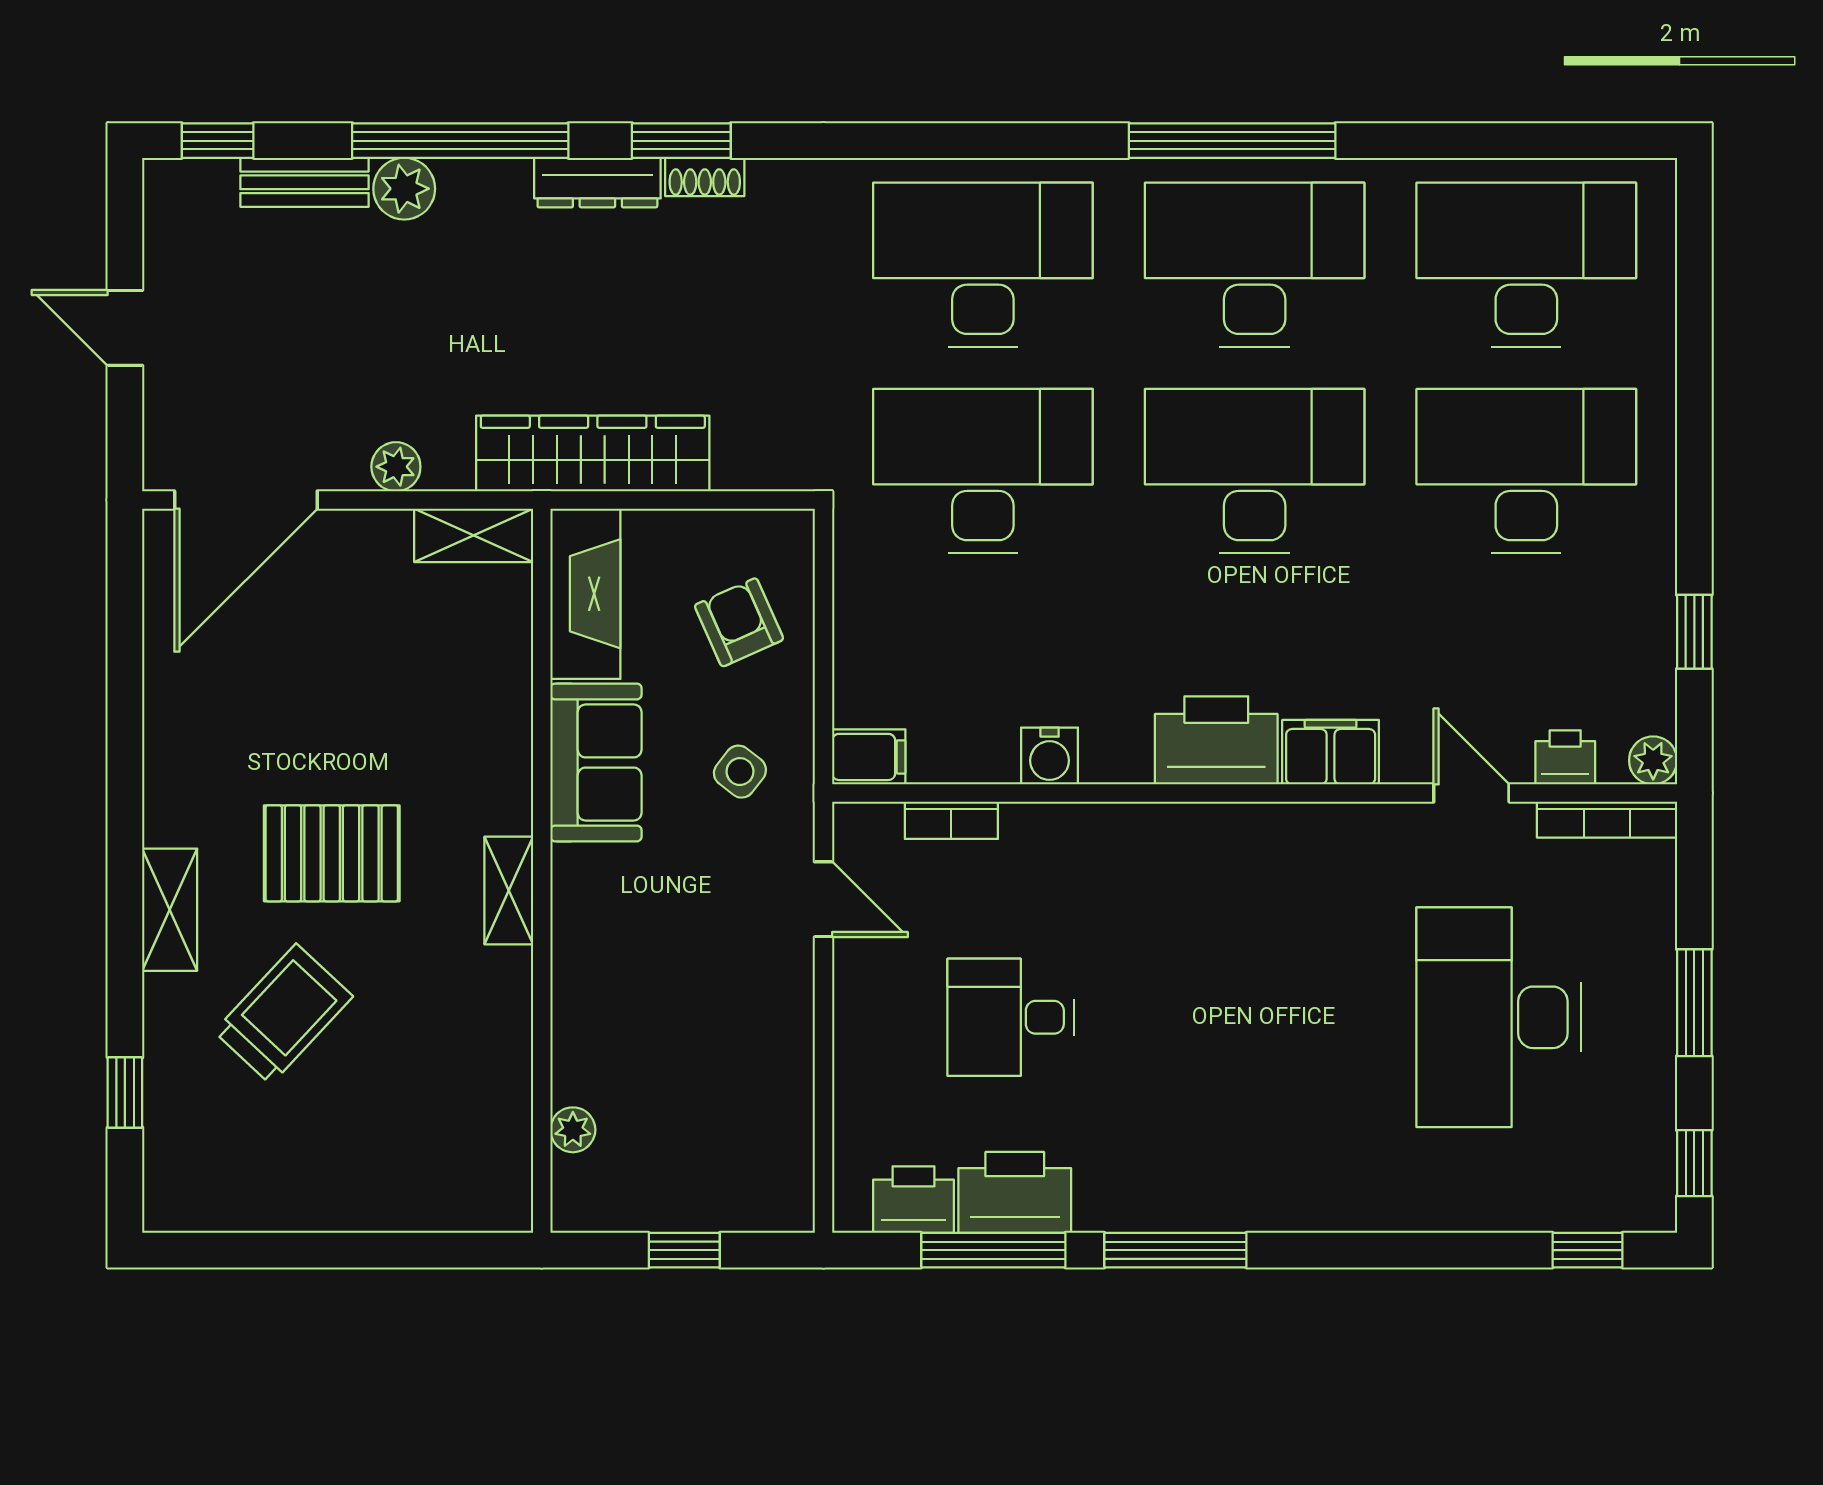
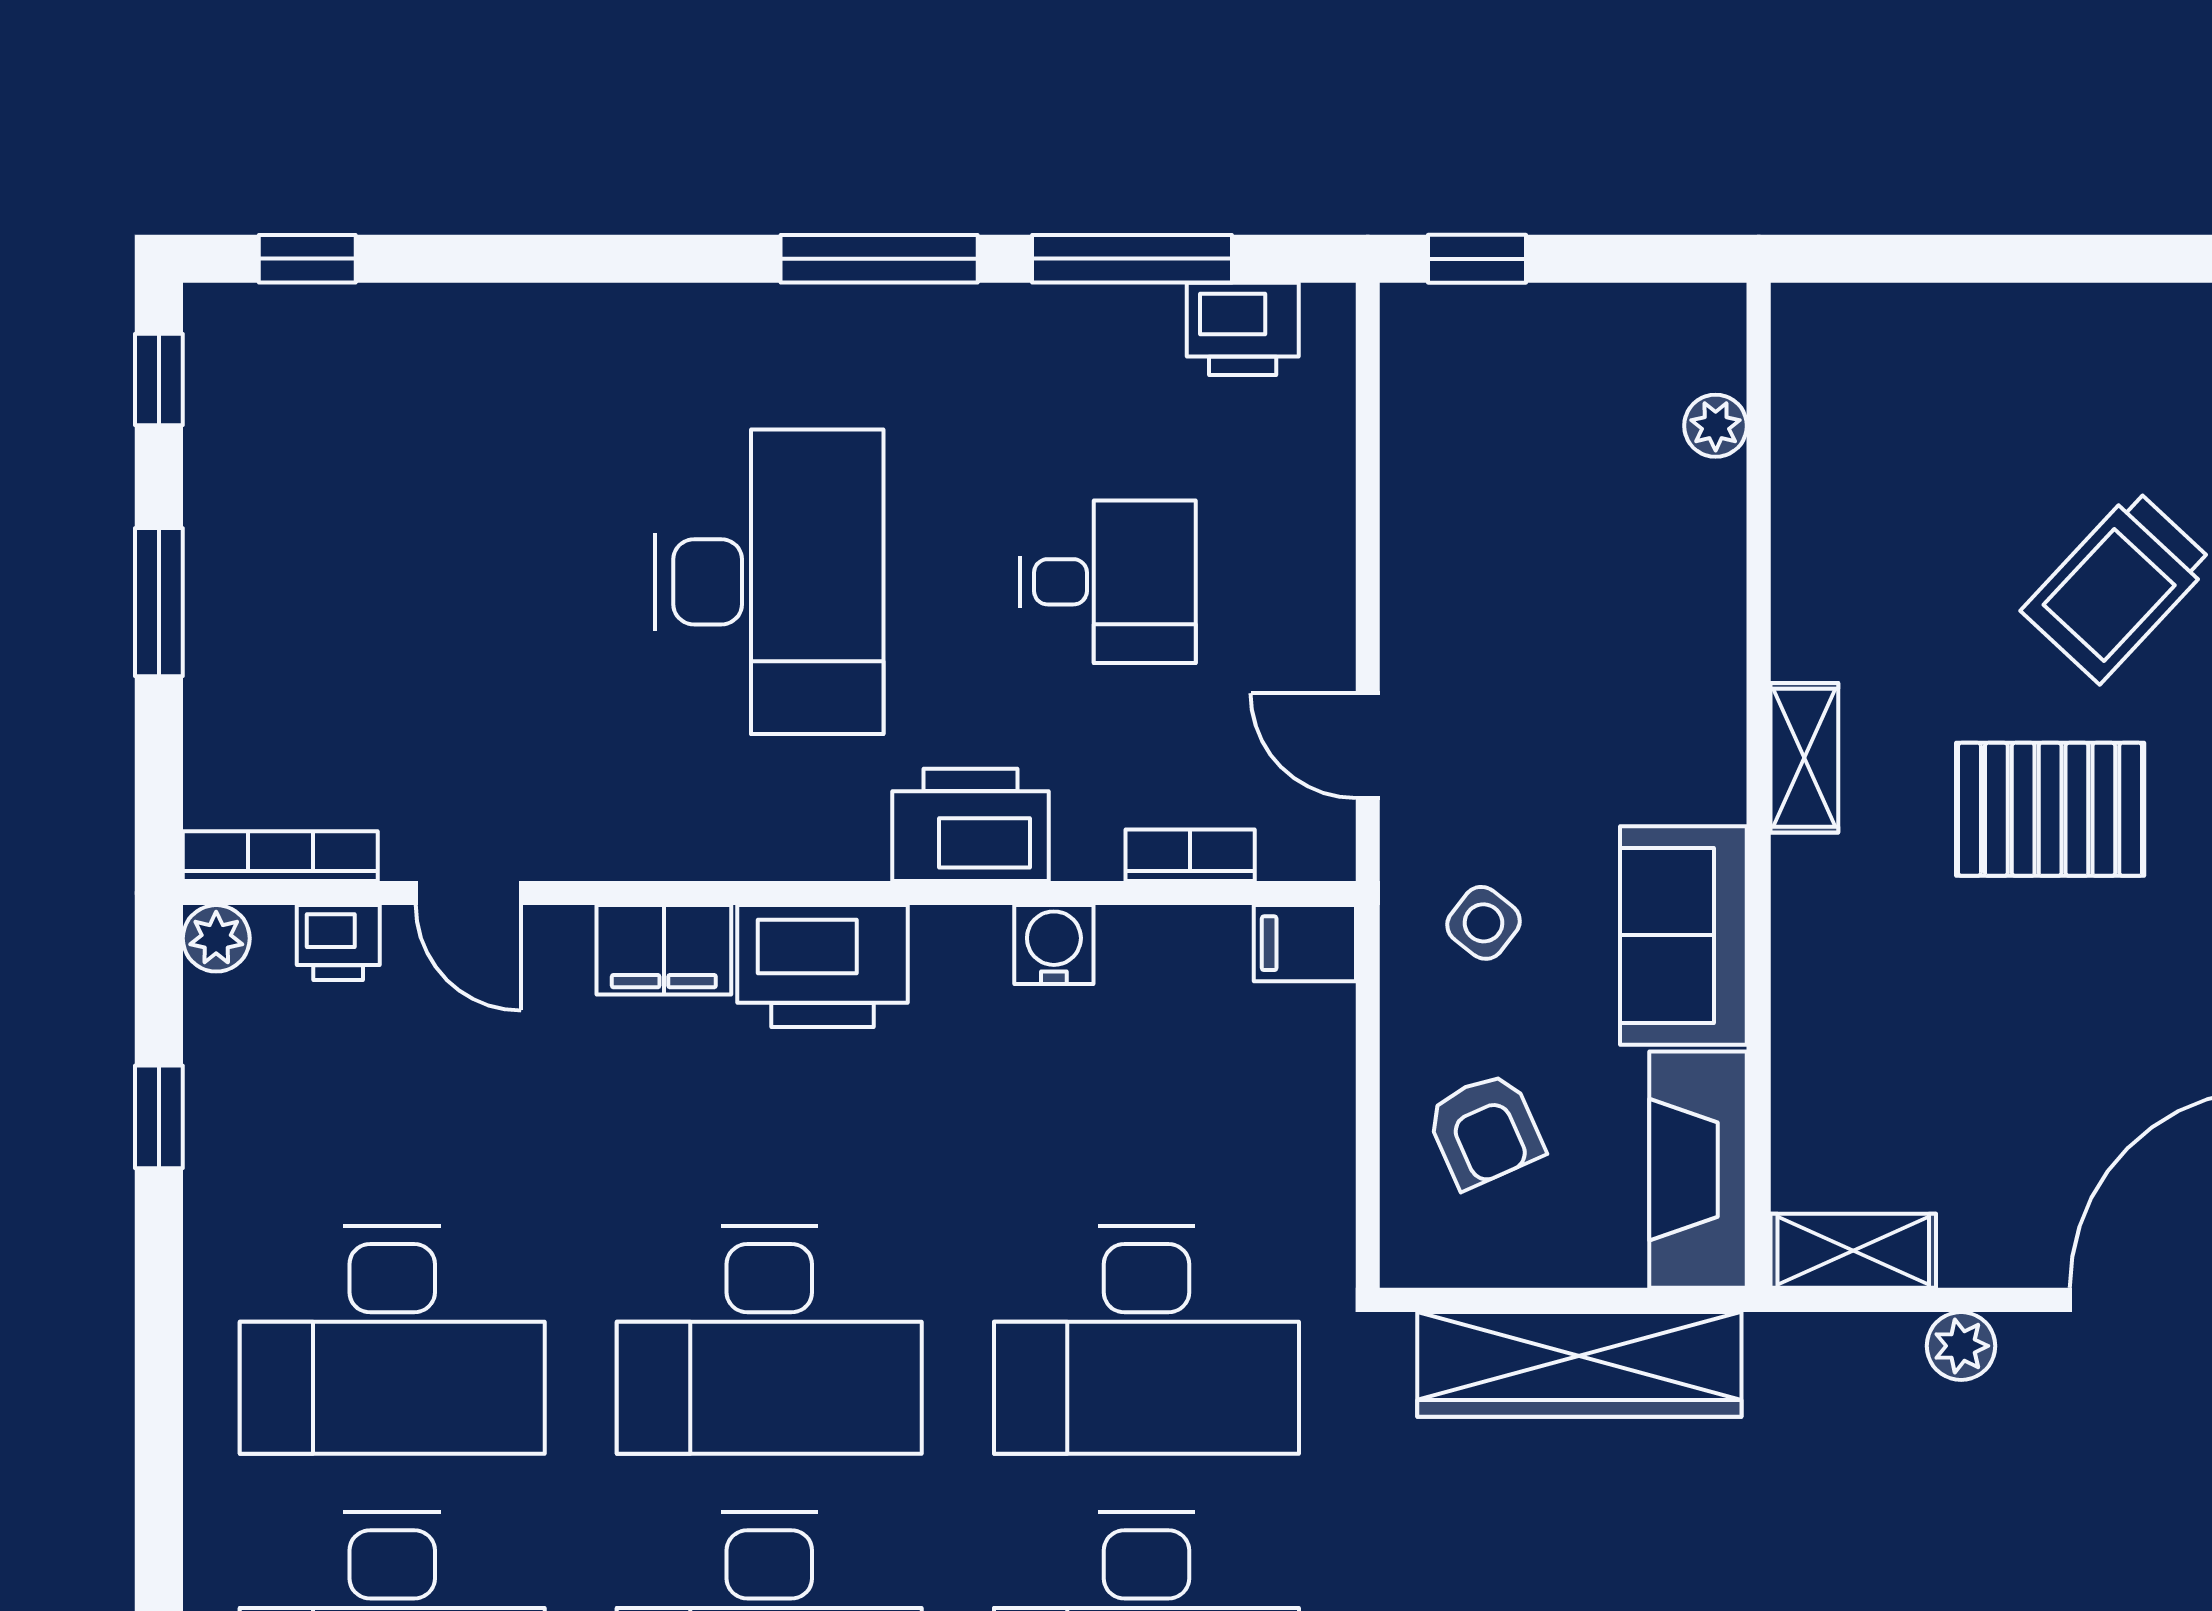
wardrobe: (593, 453) -> (1579, 1364), moved
desk: (1498, 1017) -> (769, 582), moved
printer: (1015, 1192) -> (970, 825), moved, turned 180
window: (684, 1250) -> (1477, 259), moved

